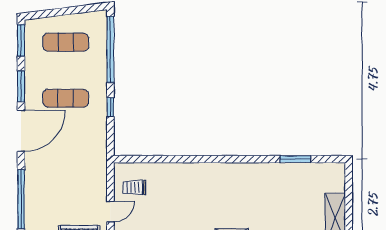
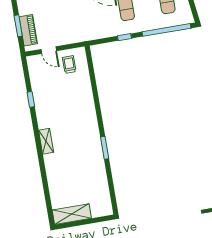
window: (295, 159) -> (105, 148), moved

